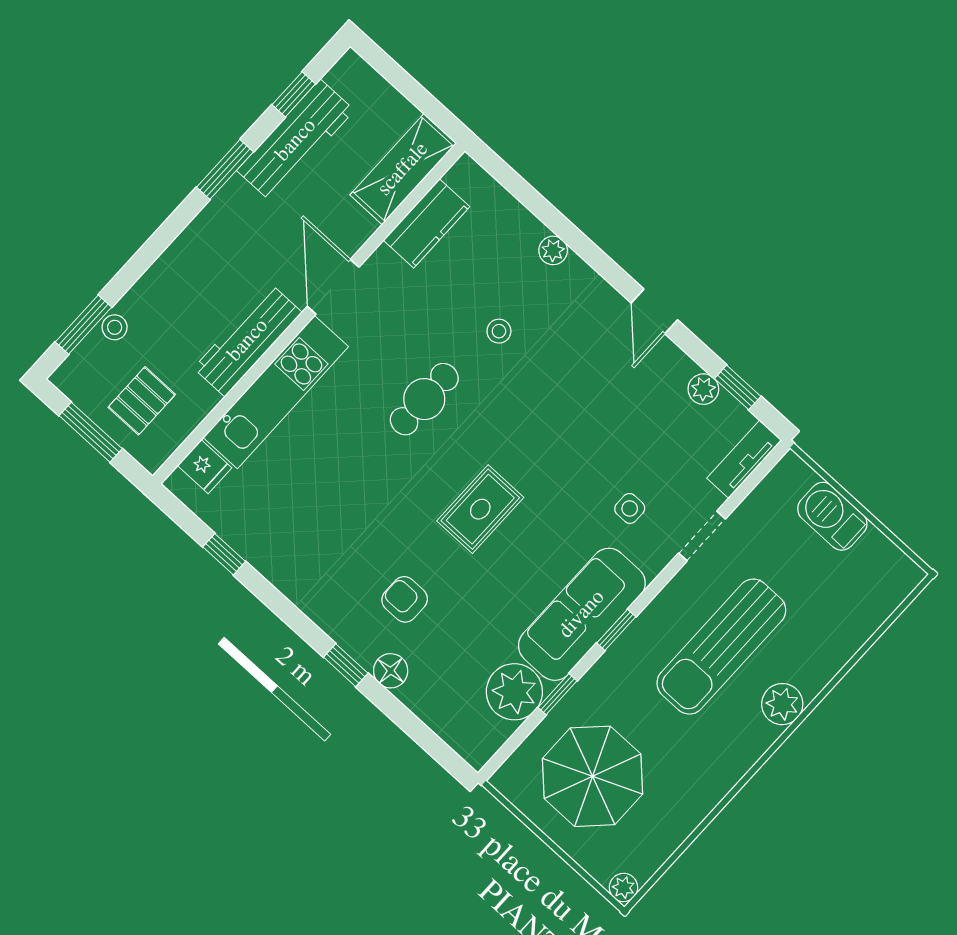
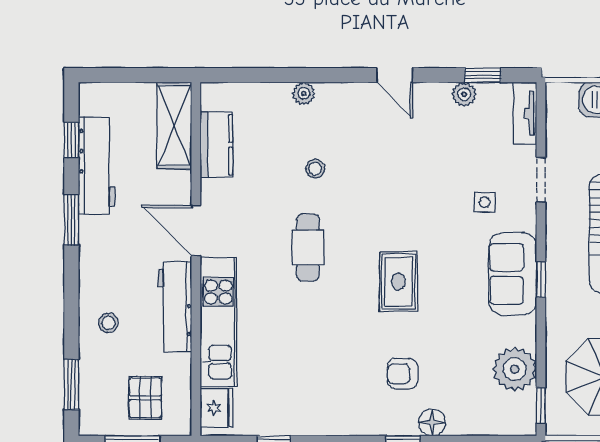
stool: (115, 327) -> (108, 323), moved
fridge: (205, 467) -> (216, 408), width x1.38
sofa: (582, 614) -> (513, 274), width x0.73
window: (558, 694) -> (541, 406), moved

